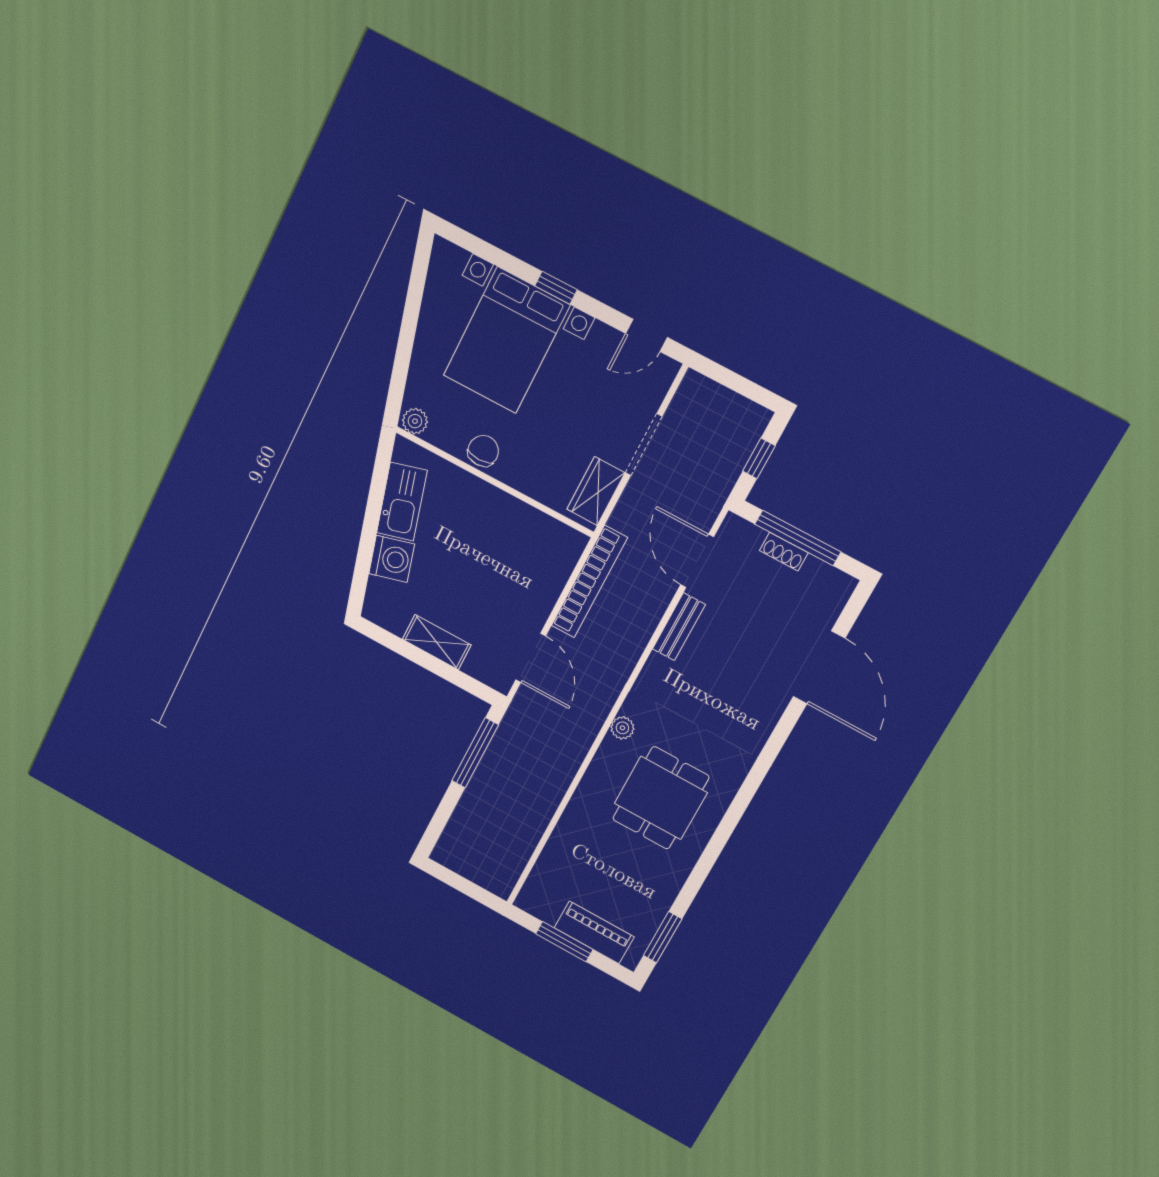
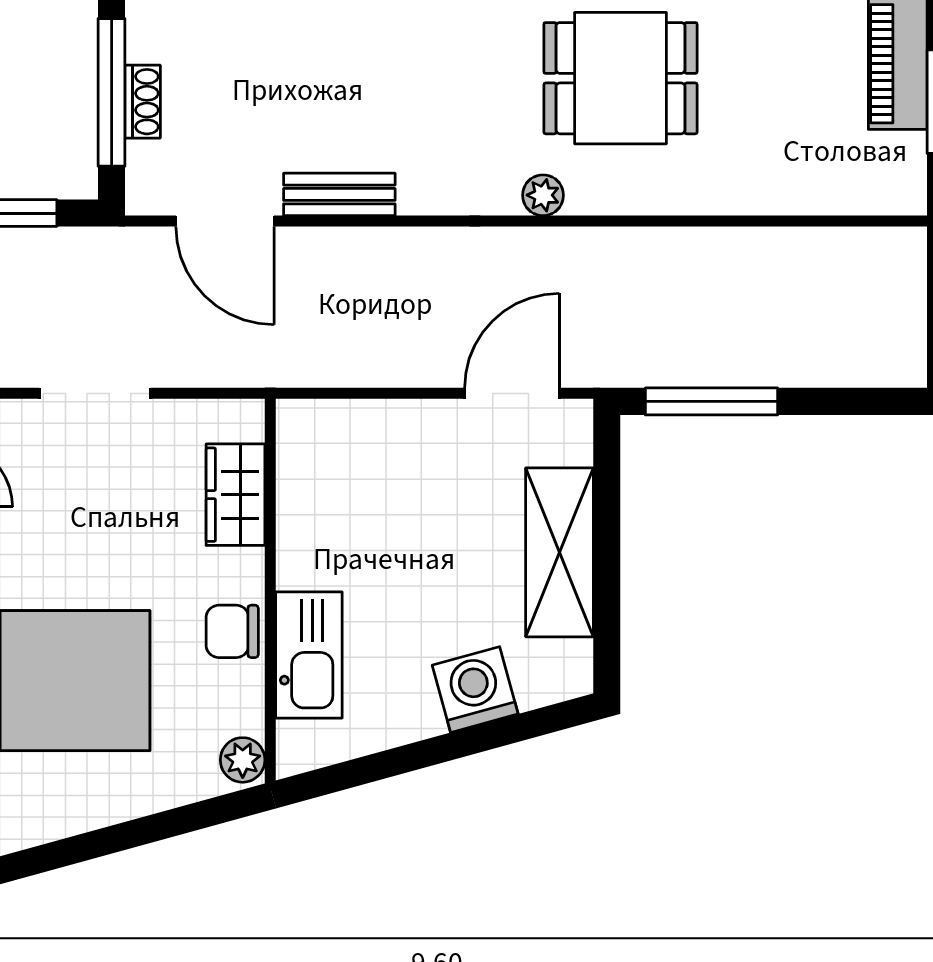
wardrobe: (596, 491) -> (235, 495), moved, turned 90
kitchen sink: (402, 502) -> (309, 655), moved, turned 105
door: (697, 561) -> (225, 221), hinge flipped
bookcase: (589, 582) -> (344, 366), removed
shelving: (437, 642) -> (560, 552), width x1.50, depth x1.33

